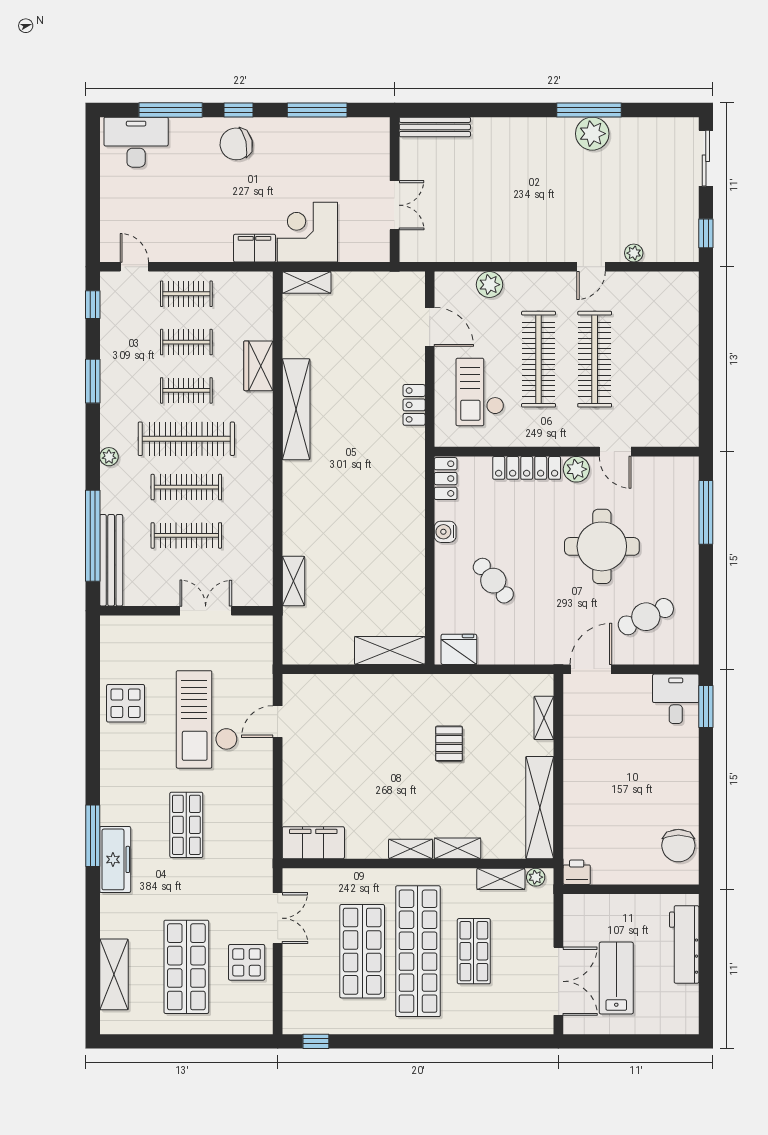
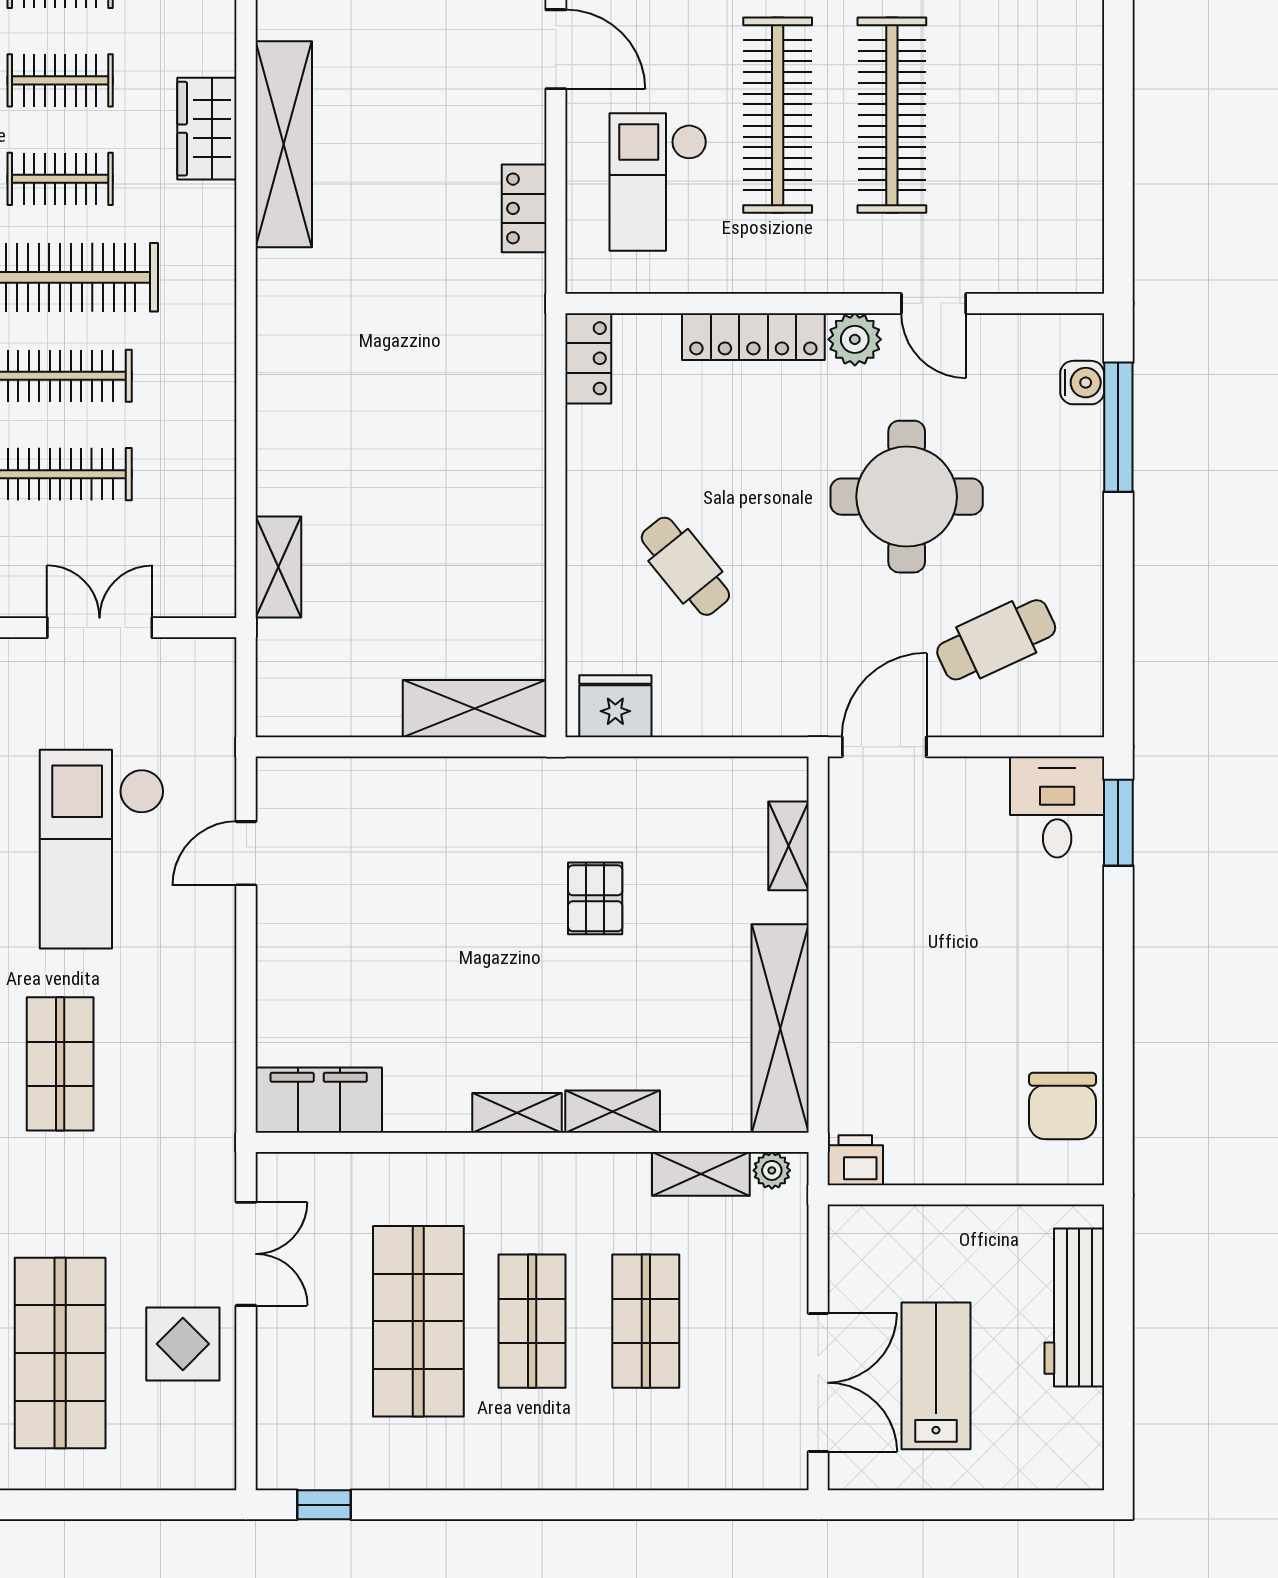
shelving: (296, 409) -> (284, 144), moved
water cooler: (445, 532) -> (1082, 383), moved, turned 180
shop shelf: (418, 951) -> (532, 1321), width x0.50, depth x0.74

